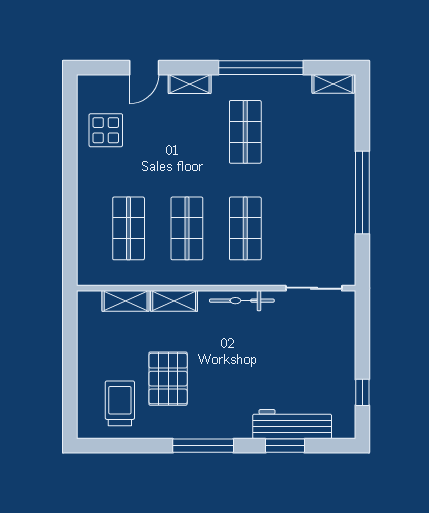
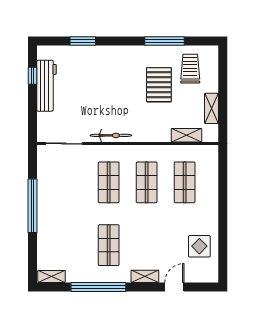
shelving: (174, 301) -> (212, 108), moved, turned 90
trolley: (120, 403) -> (190, 69), turned 180
workbench: (292, 424) -> (46, 86), moved, turned -90
window: (203, 446) -> (164, 41), moved

